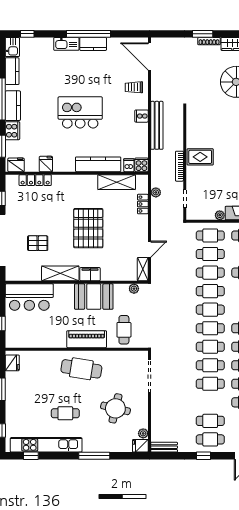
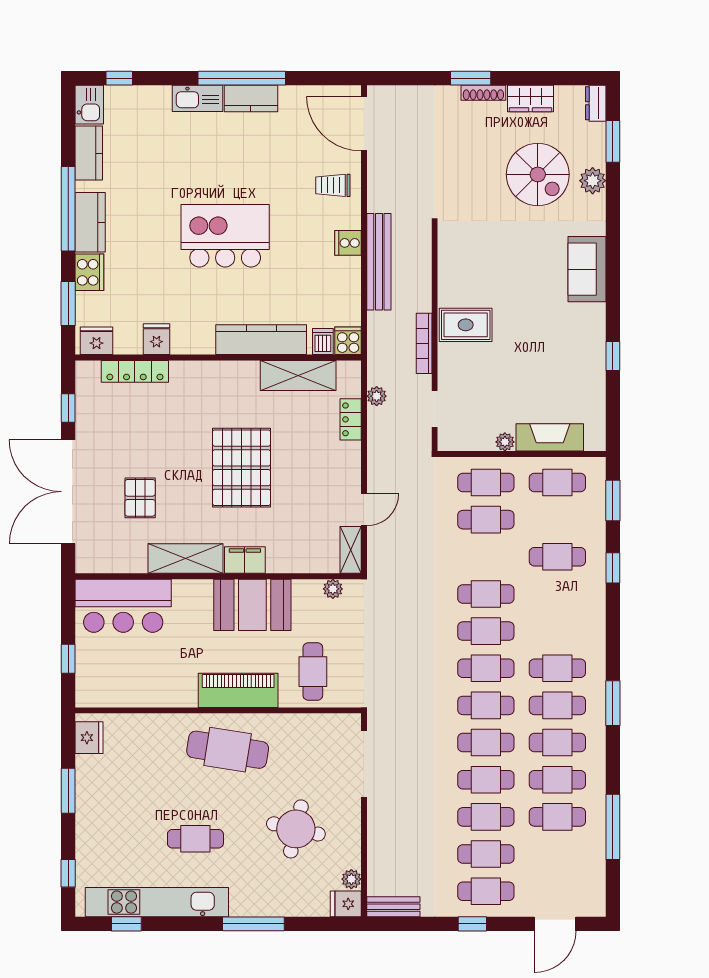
pallet: (38, 243) -> (140, 498), turned 90
cafe table: (210, 273) -> (486, 817), moved

